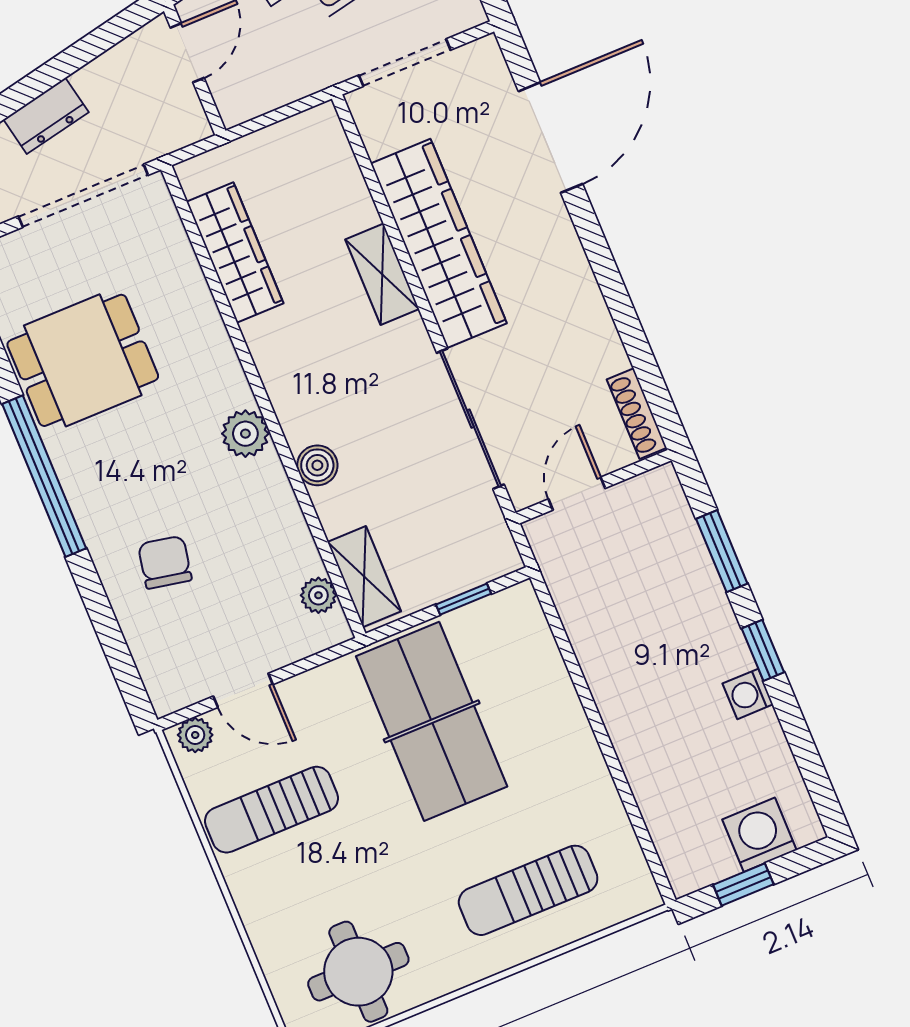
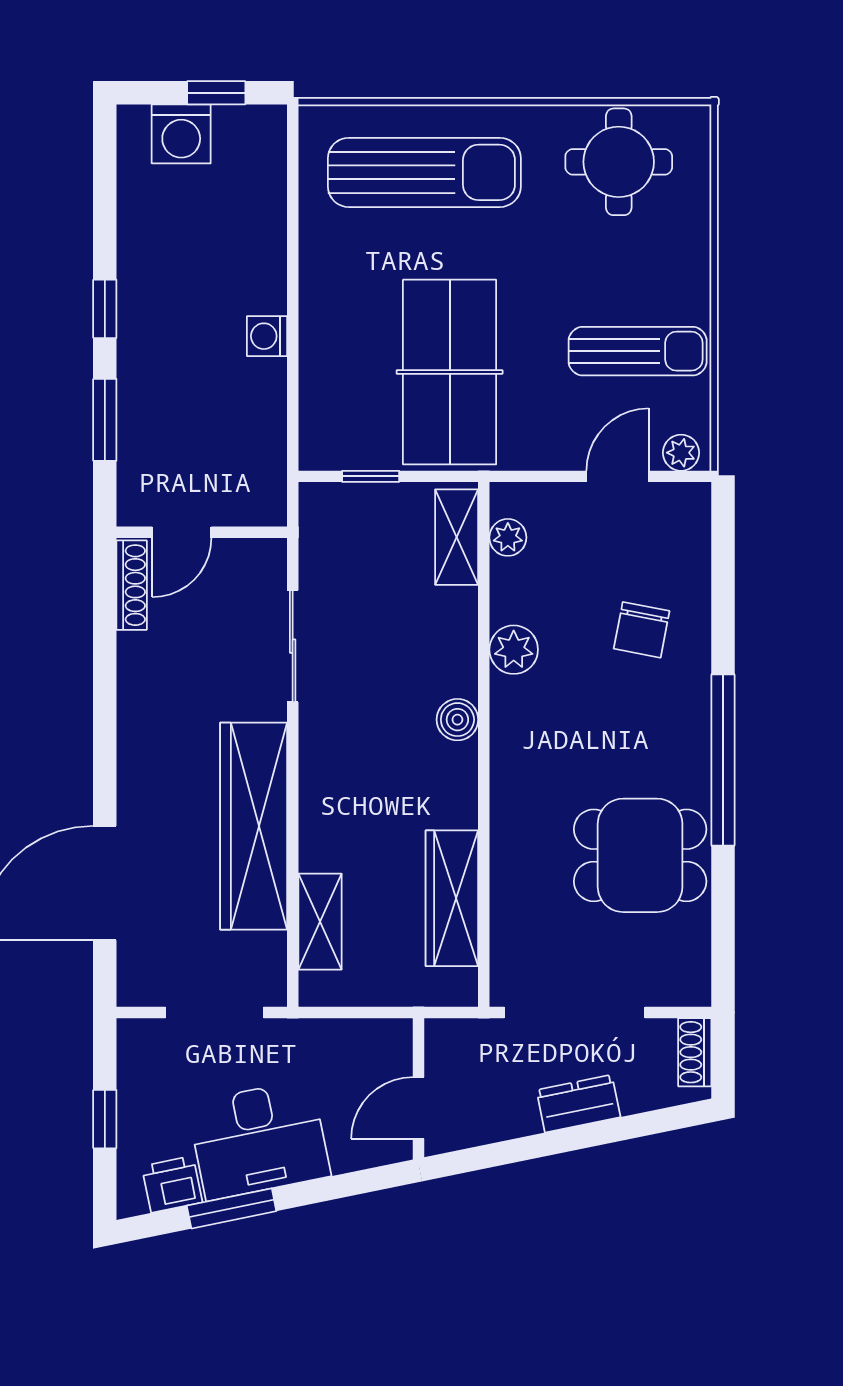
shelving: (382, 274) -> (320, 922), moved
sliding door: (470, 419) -> (293, 646), width x0.73
plant: (245, 434) -> (514, 650), moved
boiler: (317, 465) -> (457, 720), moved
door: (577, 494) -> (182, 532), moved
door: (243, 690) -> (618, 476), hinge flipped
washing machine: (748, 694) -> (267, 336), moved, turned 180
sun lounger: (528, 890) -> (424, 172), width x1.36, depth x1.34

